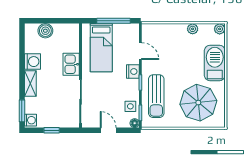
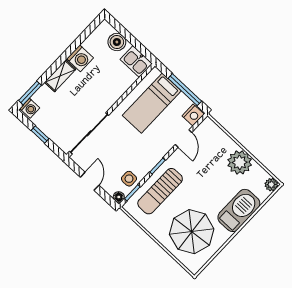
plant: (193, 29) -> (240, 162), width x1.87, depth x1.87
kitchen sink: (71, 64) -> (136, 62), moved, turned -90
nightstand: (133, 72) -> (193, 115), moved

